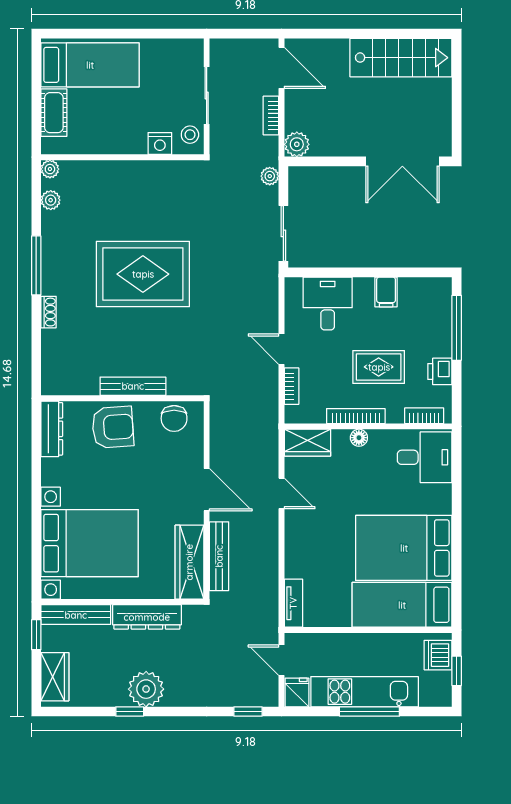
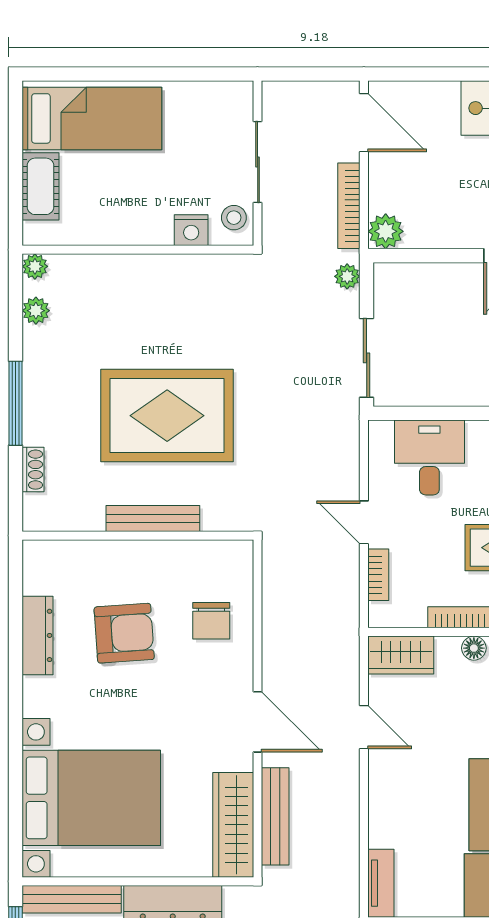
bookcase: (271, 116) -> (349, 206), width x1.56
bench: (133, 386) -> (153, 518), moved
wall: (122, 398) -> (138, 536), moved

